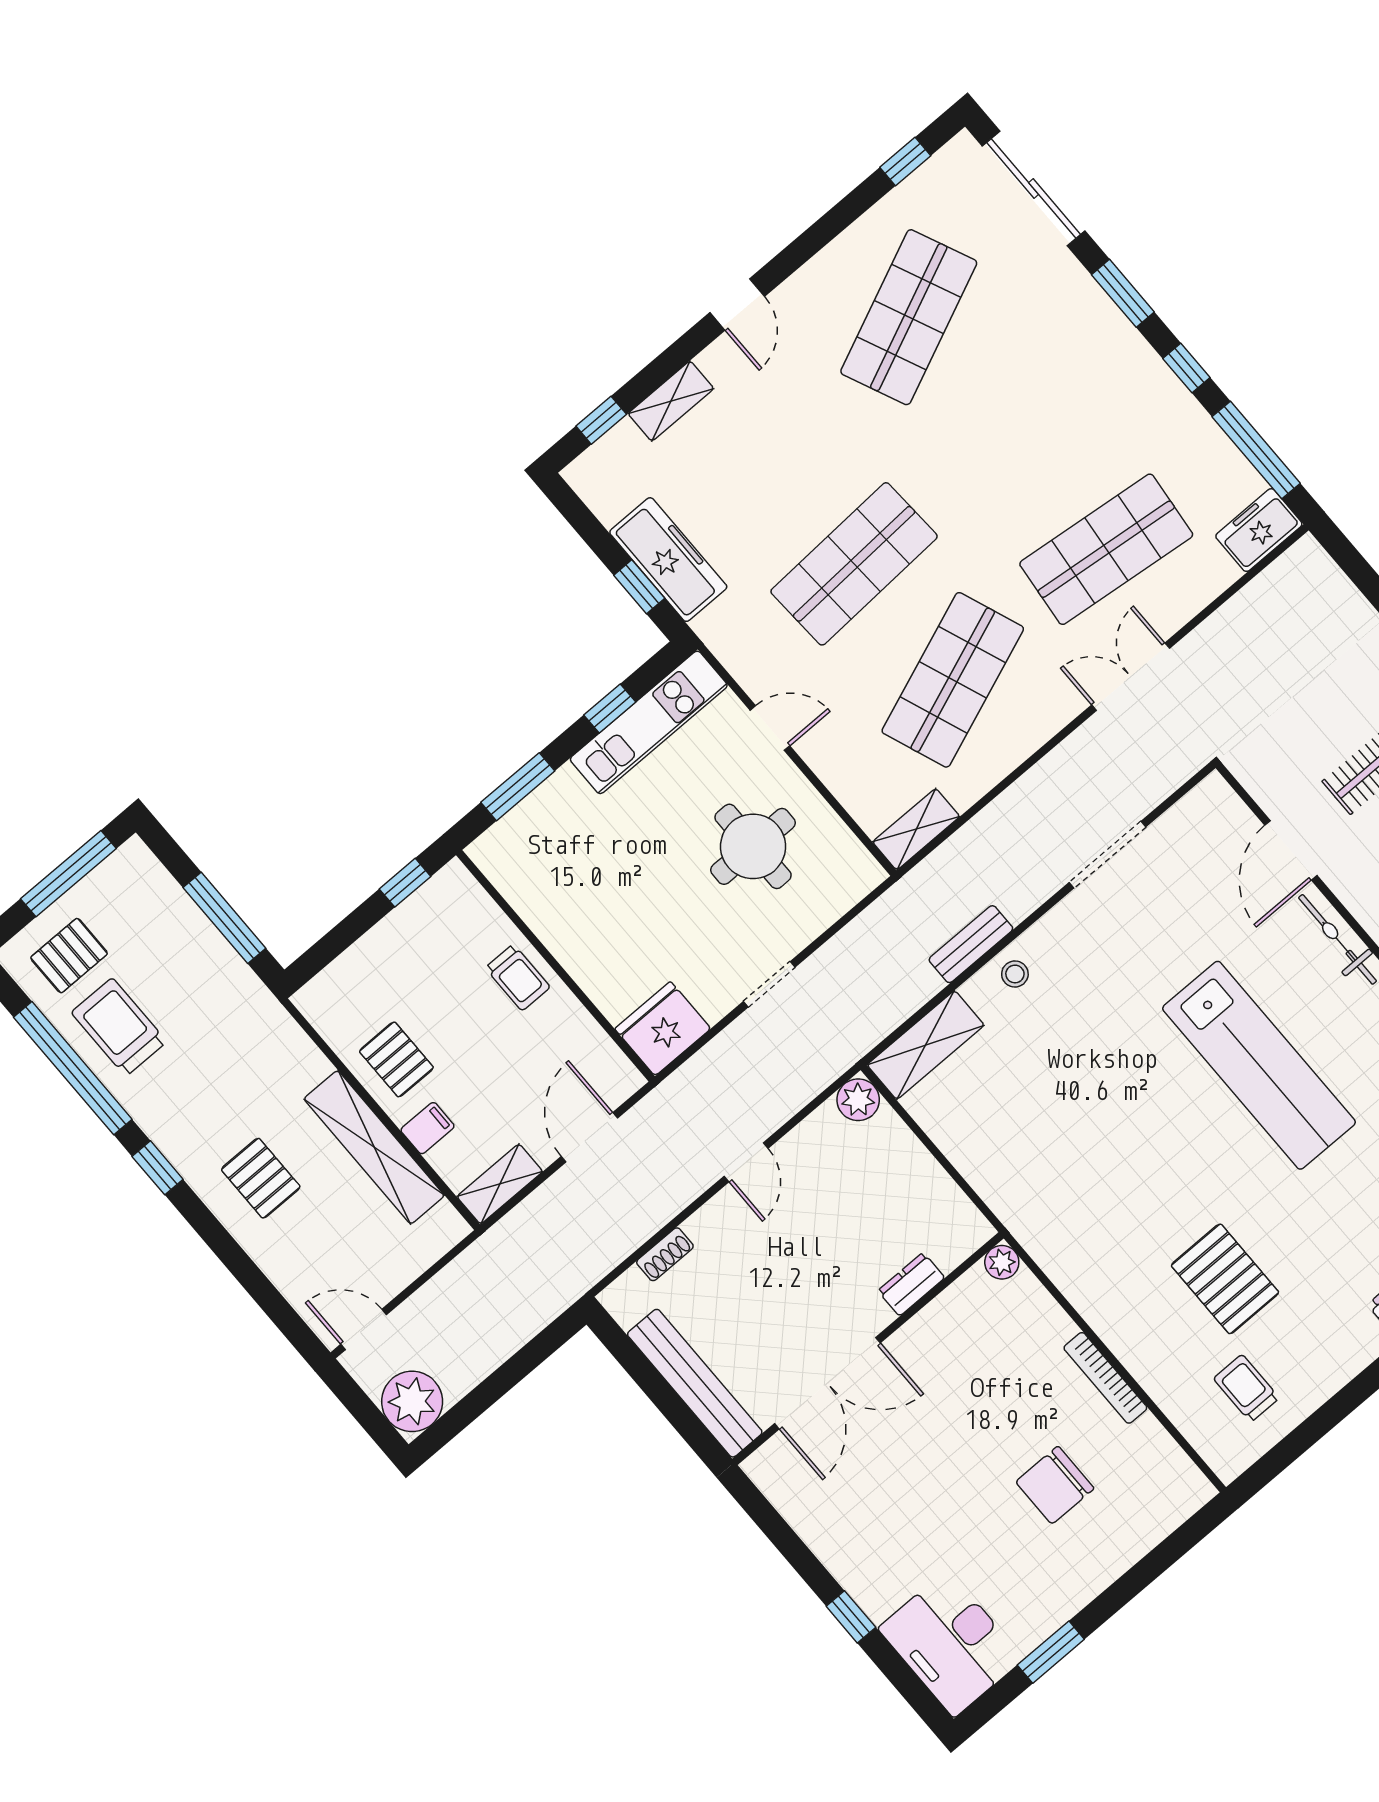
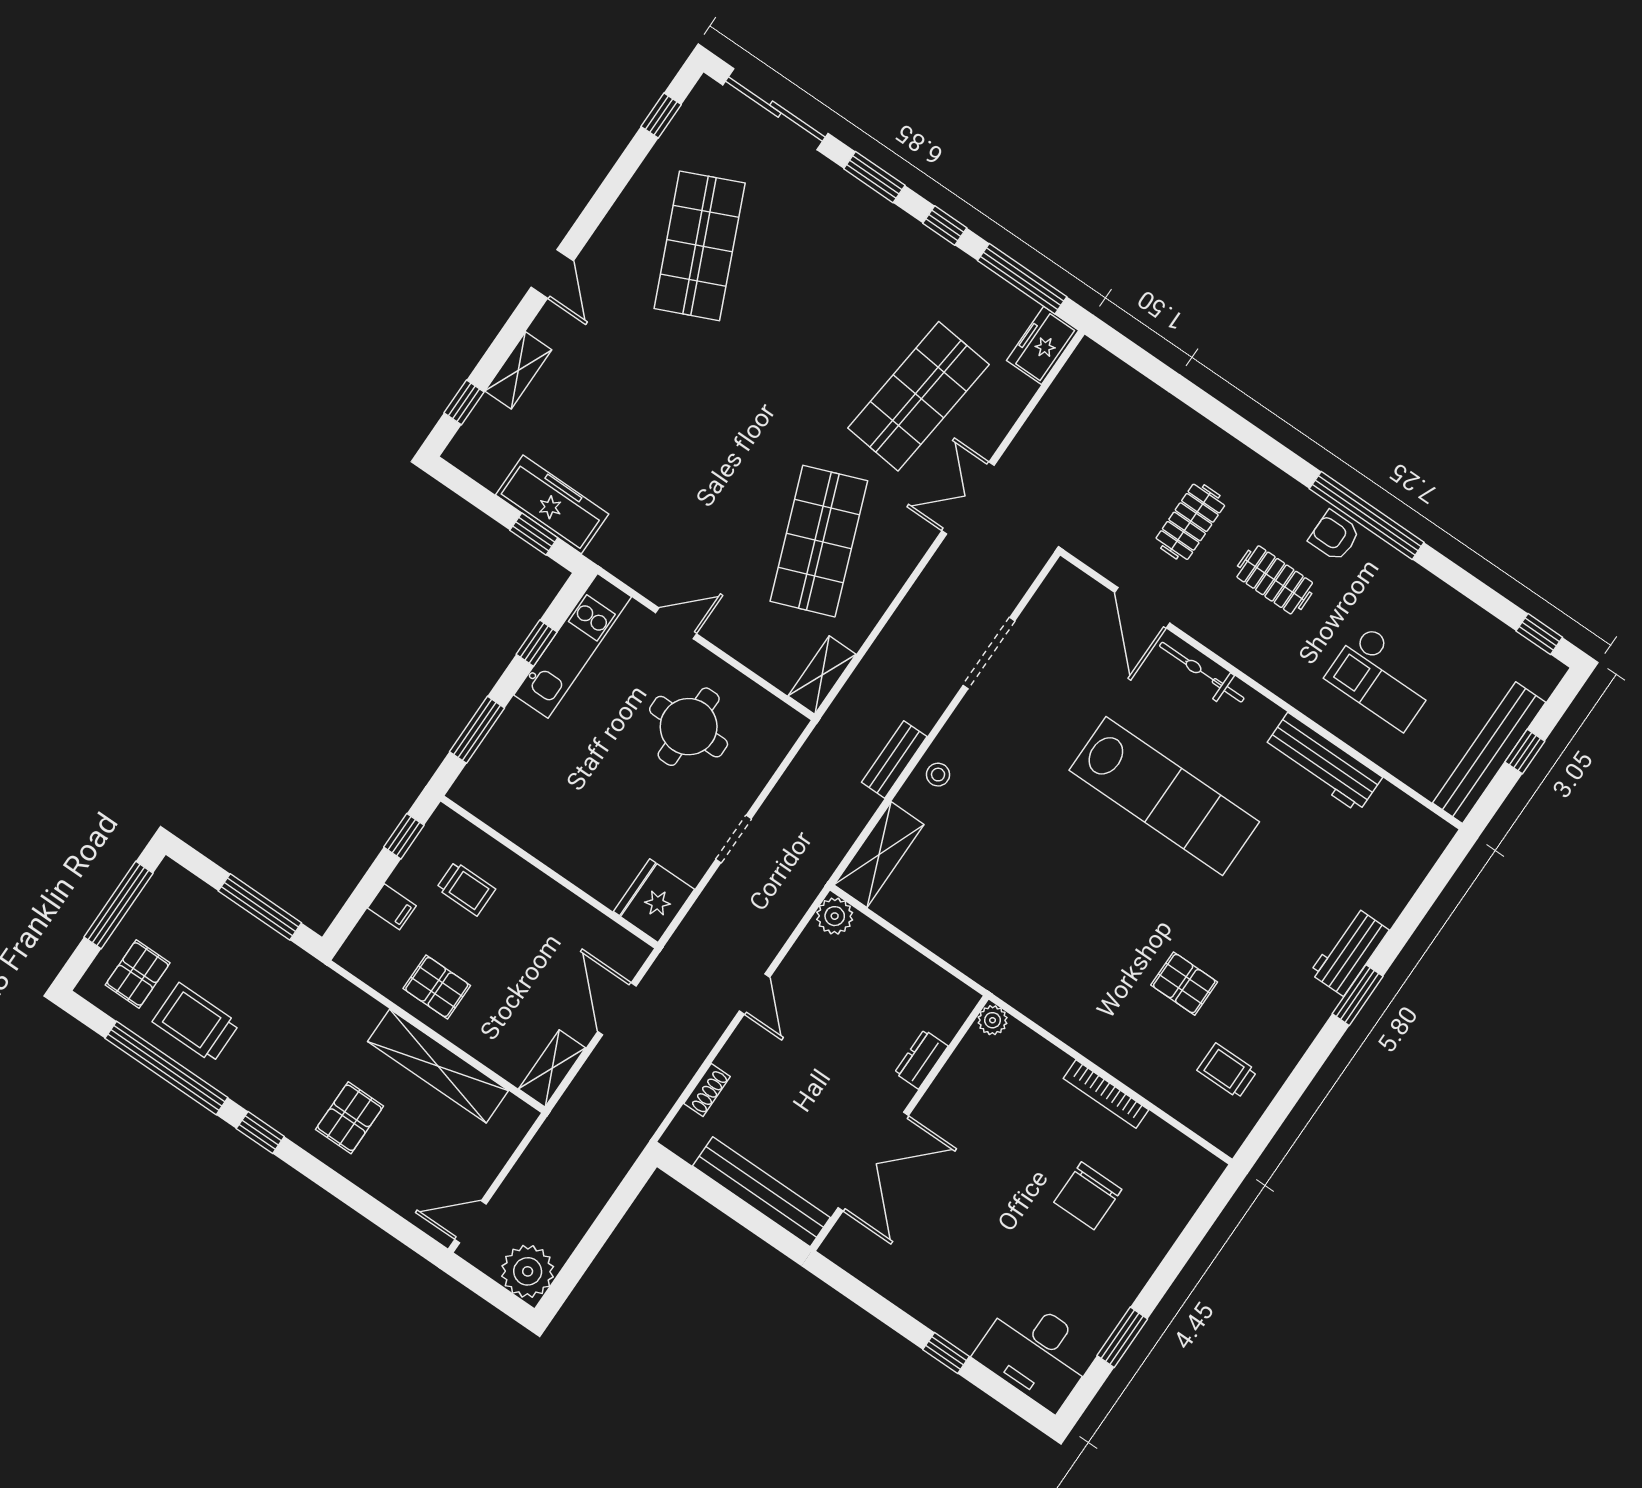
shop shelf: (854, 564) -> (709, 466), removed
trolley: (518, 977) -> (466, 889), moved
filing cabinet: (428, 1128) -> (392, 907), moved, turned 90
pallet: (261, 1178) -> (350, 1118), turned 90
pallet: (1225, 1279) -> (1184, 984), width x0.67, depth x0.71

